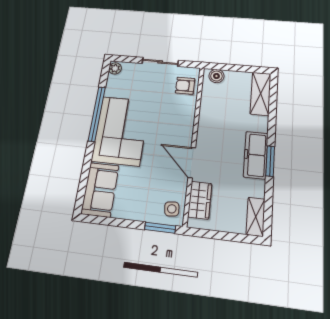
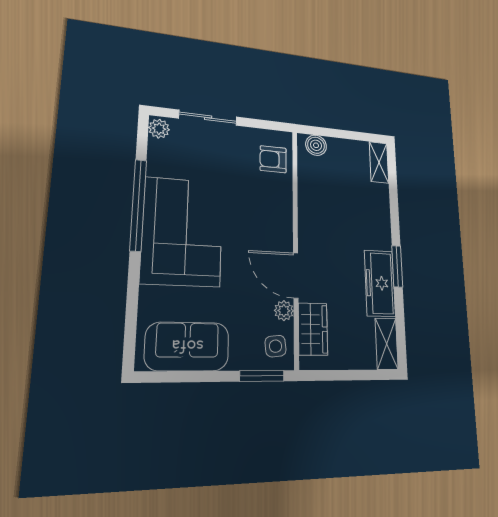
sliding door: (160, 62) -> (208, 118), moved
shelving: (261, 94) -> (379, 162), width x0.67, depth x0.75
freezer: (256, 155) -> (380, 283), moved
plant: (181, 186) -> (284, 311), added
sofa: (100, 190) -> (187, 346), moved, turned -90

